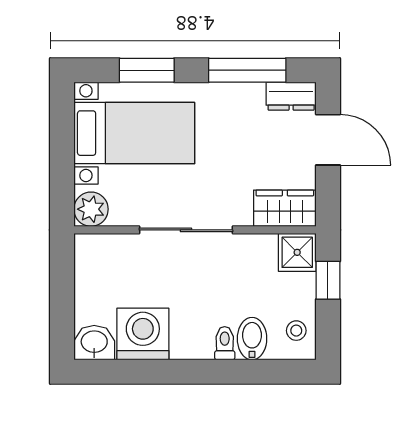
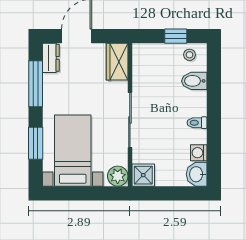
shower: (297, 252) -> (143, 175), moved
window: (328, 280) -> (176, 36), moved
washing machine: (143, 334) -> (199, 153), width x0.53, depth x0.53
toilet: (225, 343) -> (197, 123), moved

